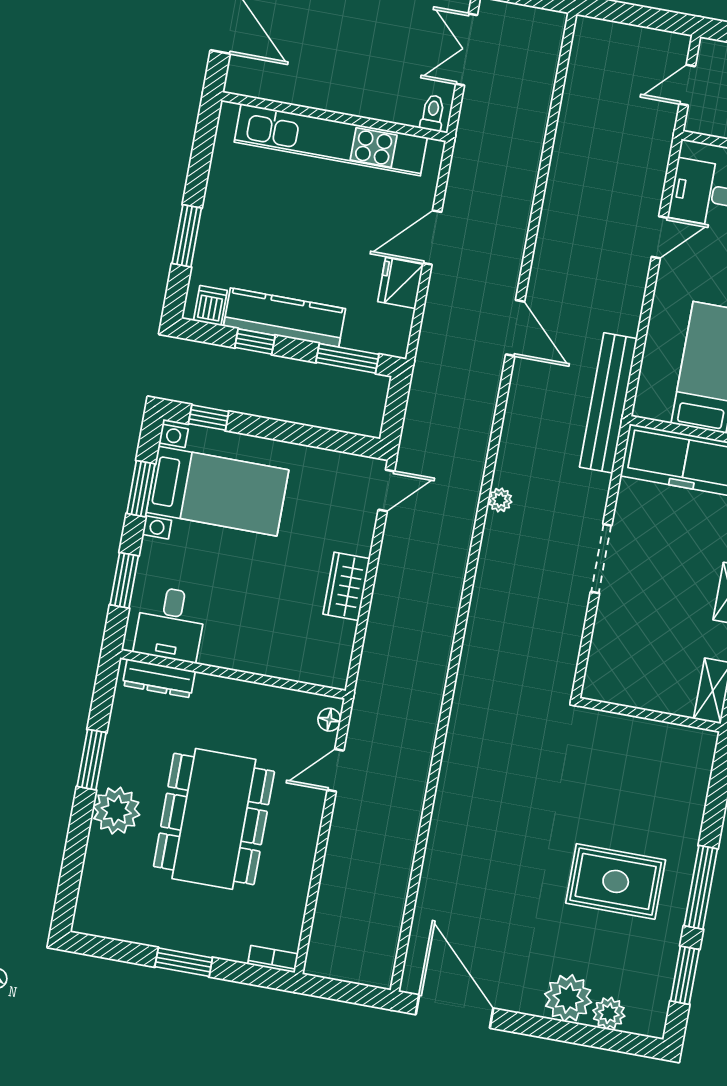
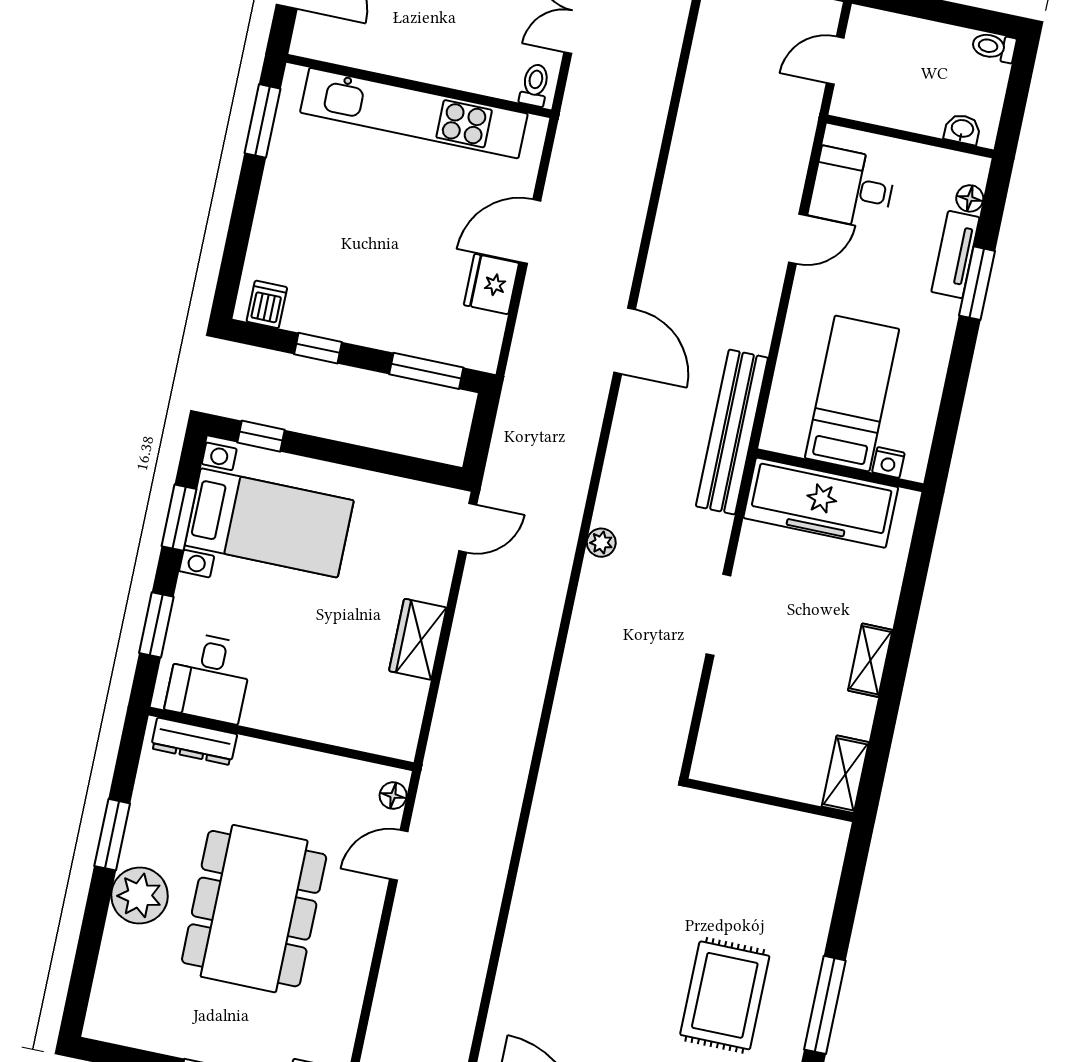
window: (187, 236) -> (263, 121), moved
kitchen counter: (285, 317) -> (354, 321), removed
rug: (616, 881) -> (725, 995), turned 90

